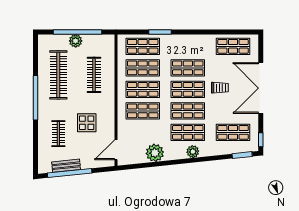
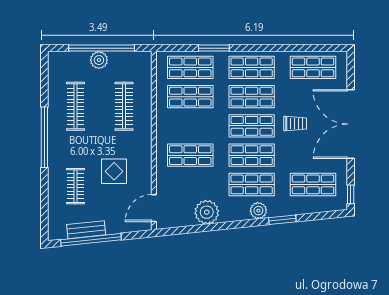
clothes rail: (58, 75) -> (76, 106), width x0.73, depth x0.76
shop shelf: (143, 89) -> (252, 67), moved
window: (242, 155) -> (282, 220), moved

